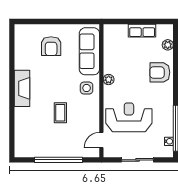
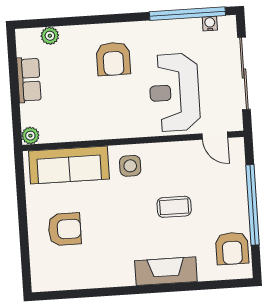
armchair: (160, 72) -> (113, 59), moved
plant: (109, 79) -> (30, 136), moved
fireplace: (22, 88) -> (166, 271), moved
armchair: (33, 146) -> (232, 248), added
sliding door: (138, 160) -> (244, 73), width x1.37

